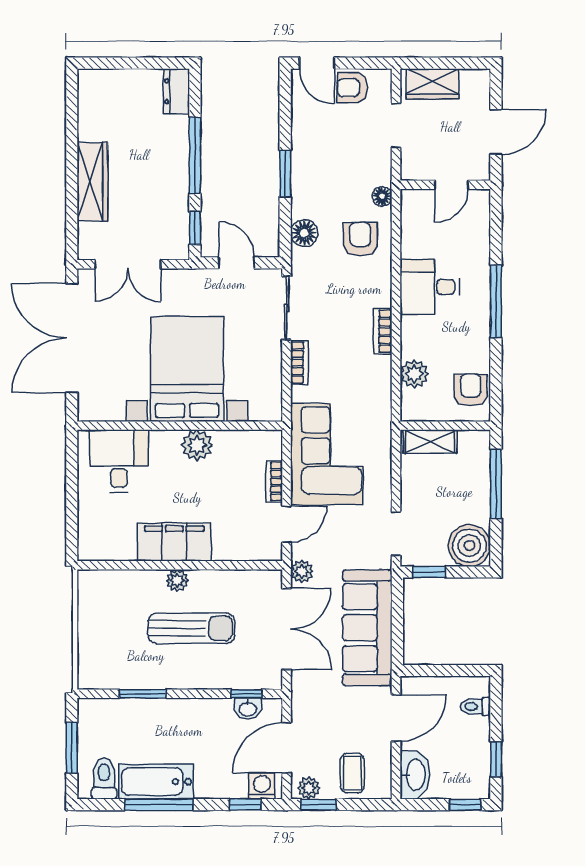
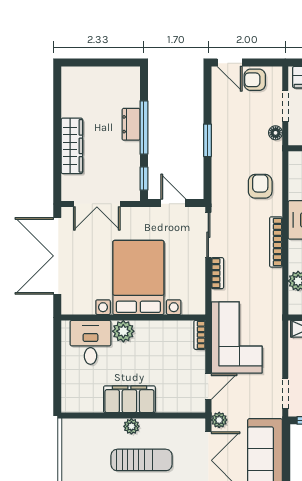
dresser: (177, 91) -> (131, 124), moved
floor lamp: (382, 196) -> (276, 133), moved
floor lamp: (304, 233) -> (221, 182), removed
bookcase: (383, 331) -> (276, 242), width x1.56
plant: (197, 445) -> (123, 331), moved
bookcase: (274, 481) -> (200, 335), moved

